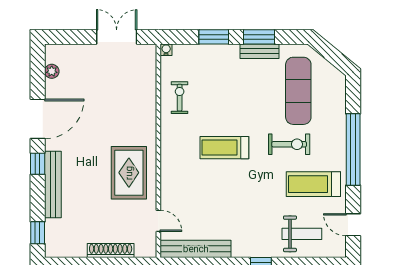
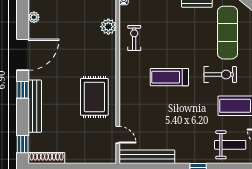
plant: (147, 83) -> (108, 27), added
shoe rack: (111, 250) -> (46, 158), moved

